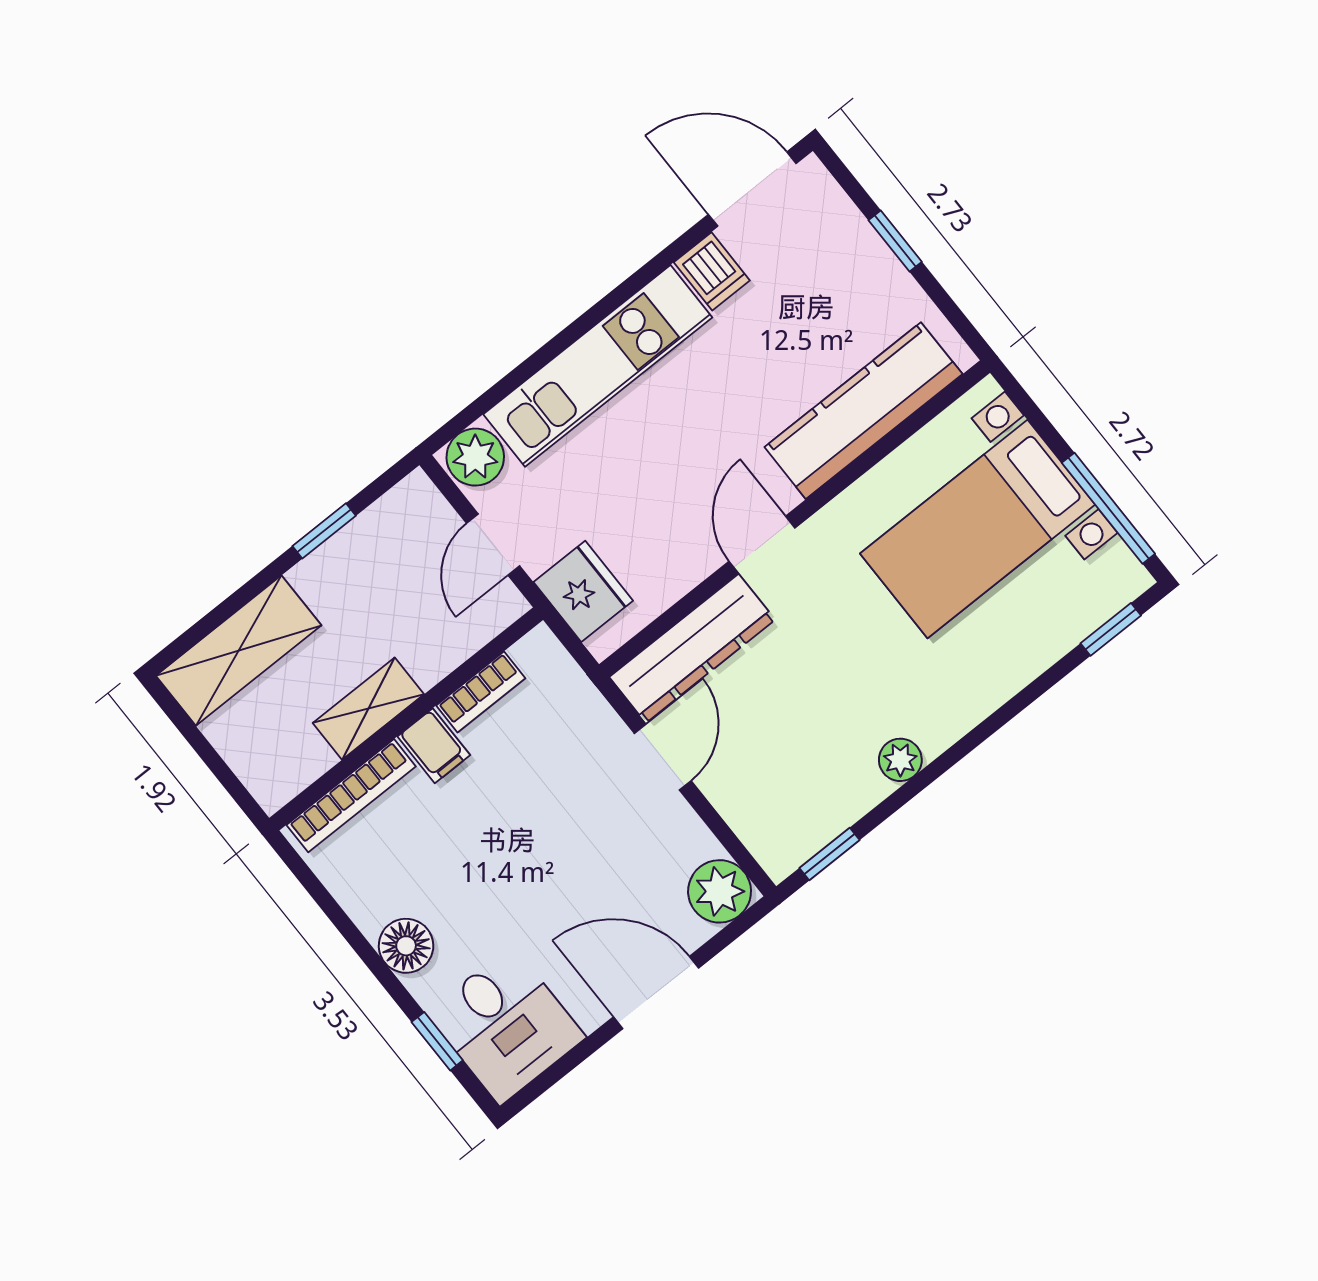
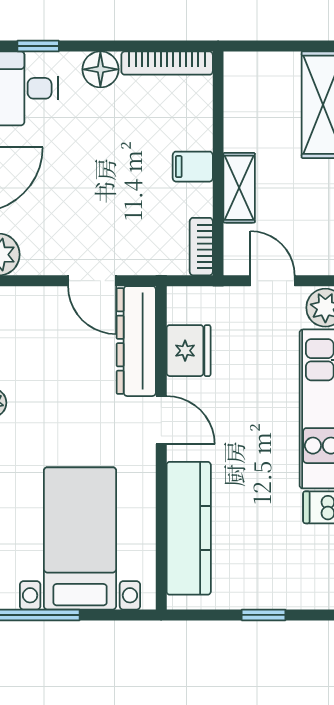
fridge: (583, 591) -> (189, 351), moved, turned -90
bookcase: (481, 692) -> (201, 247), moved
shelving: (368, 709) -> (239, 188), moved
bookcase: (351, 796) -> (167, 63), moved, turned -90

